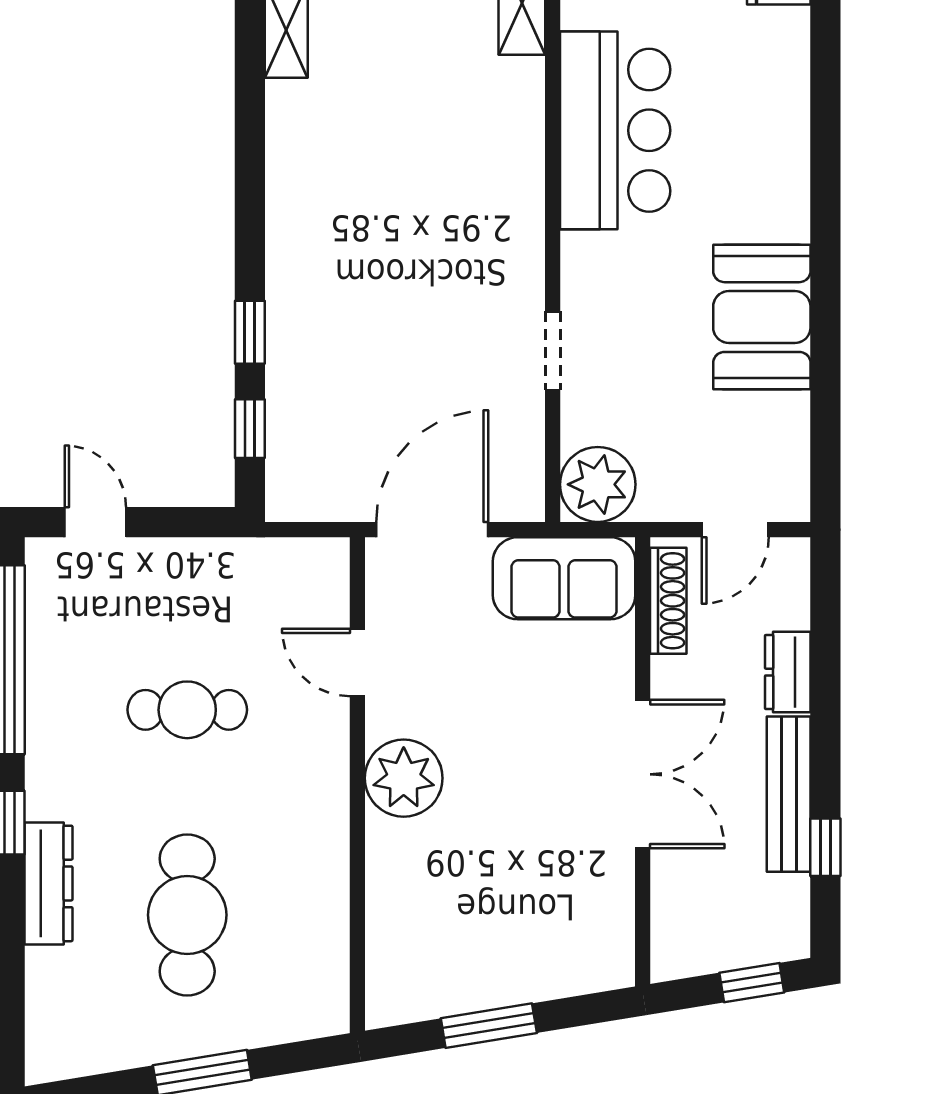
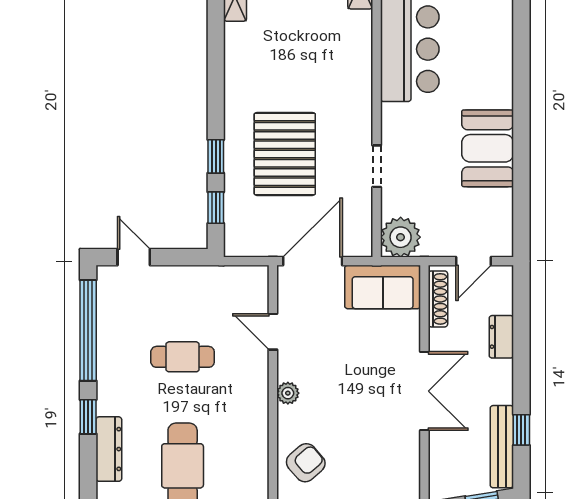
pallet: (380, 328) -> (285, 154), added
plant: (404, 778) -> (288, 393), width x0.53, depth x0.53
bench: (789, 794) -> (502, 447), moved
armchair: (419, 909) -> (306, 463), added

